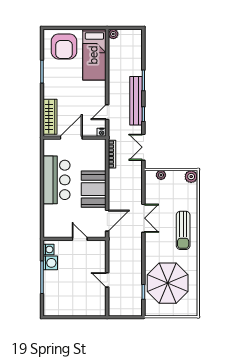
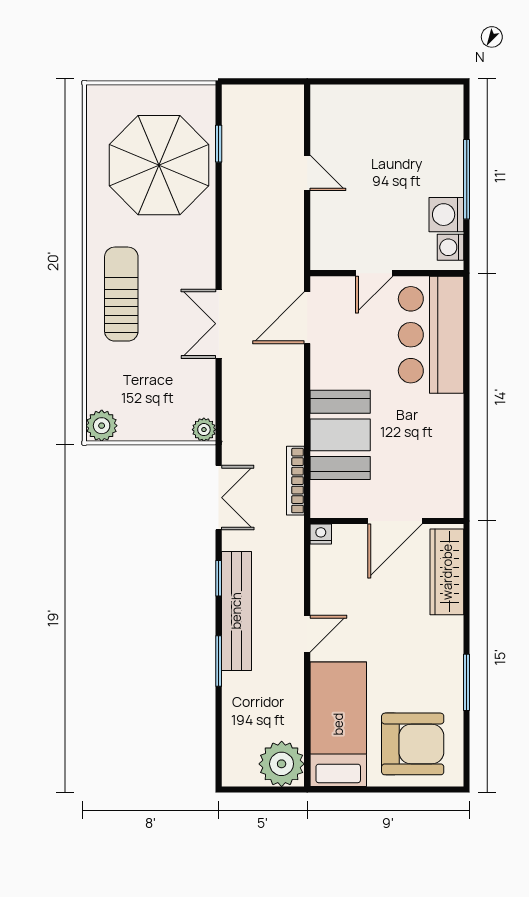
plant: (113, 34) -> (282, 764), width x1.88, depth x1.88
armchair: (64, 46) -> (413, 744), turned 90
door: (107, 112) -> (307, 634), moved
plant: (161, 175) -> (204, 430), moved
bar counter: (57, 180) -> (431, 335), moved
booth: (94, 189) -> (340, 435), moved
door: (80, 239) -> (374, 273), hinge flipped

